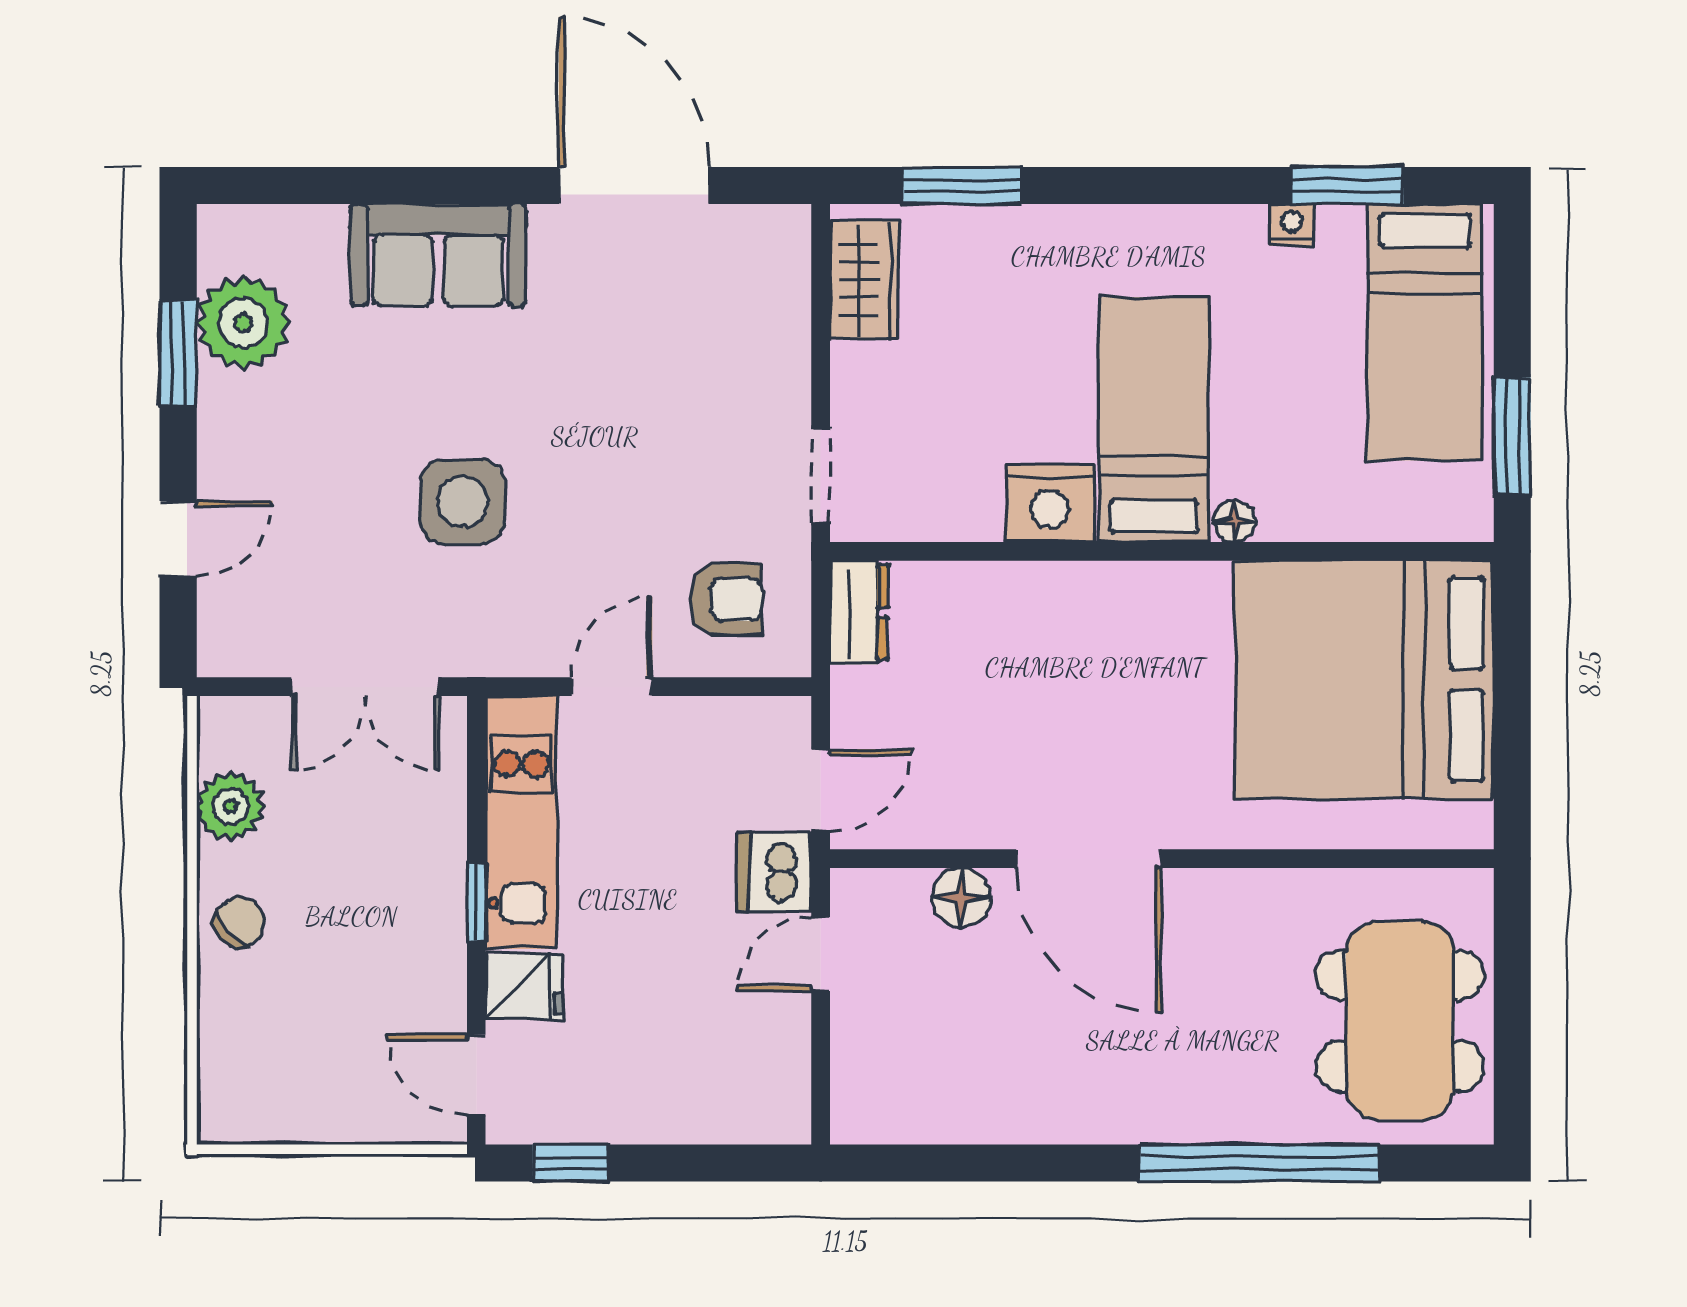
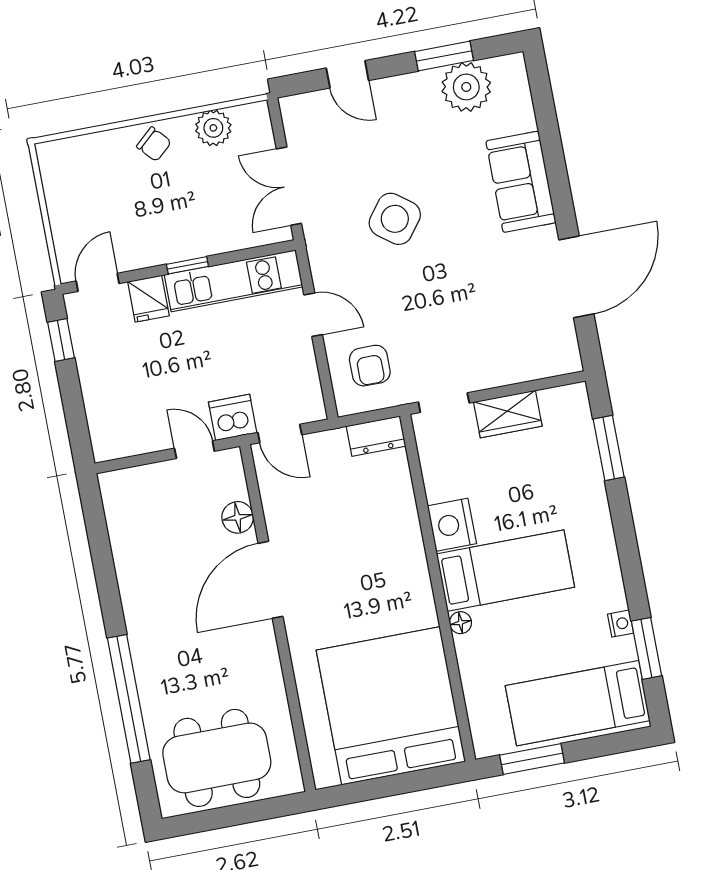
wardrobe: (864, 280) -> (508, 414), moved
side table: (463, 502) -> (395, 219), turned 37

